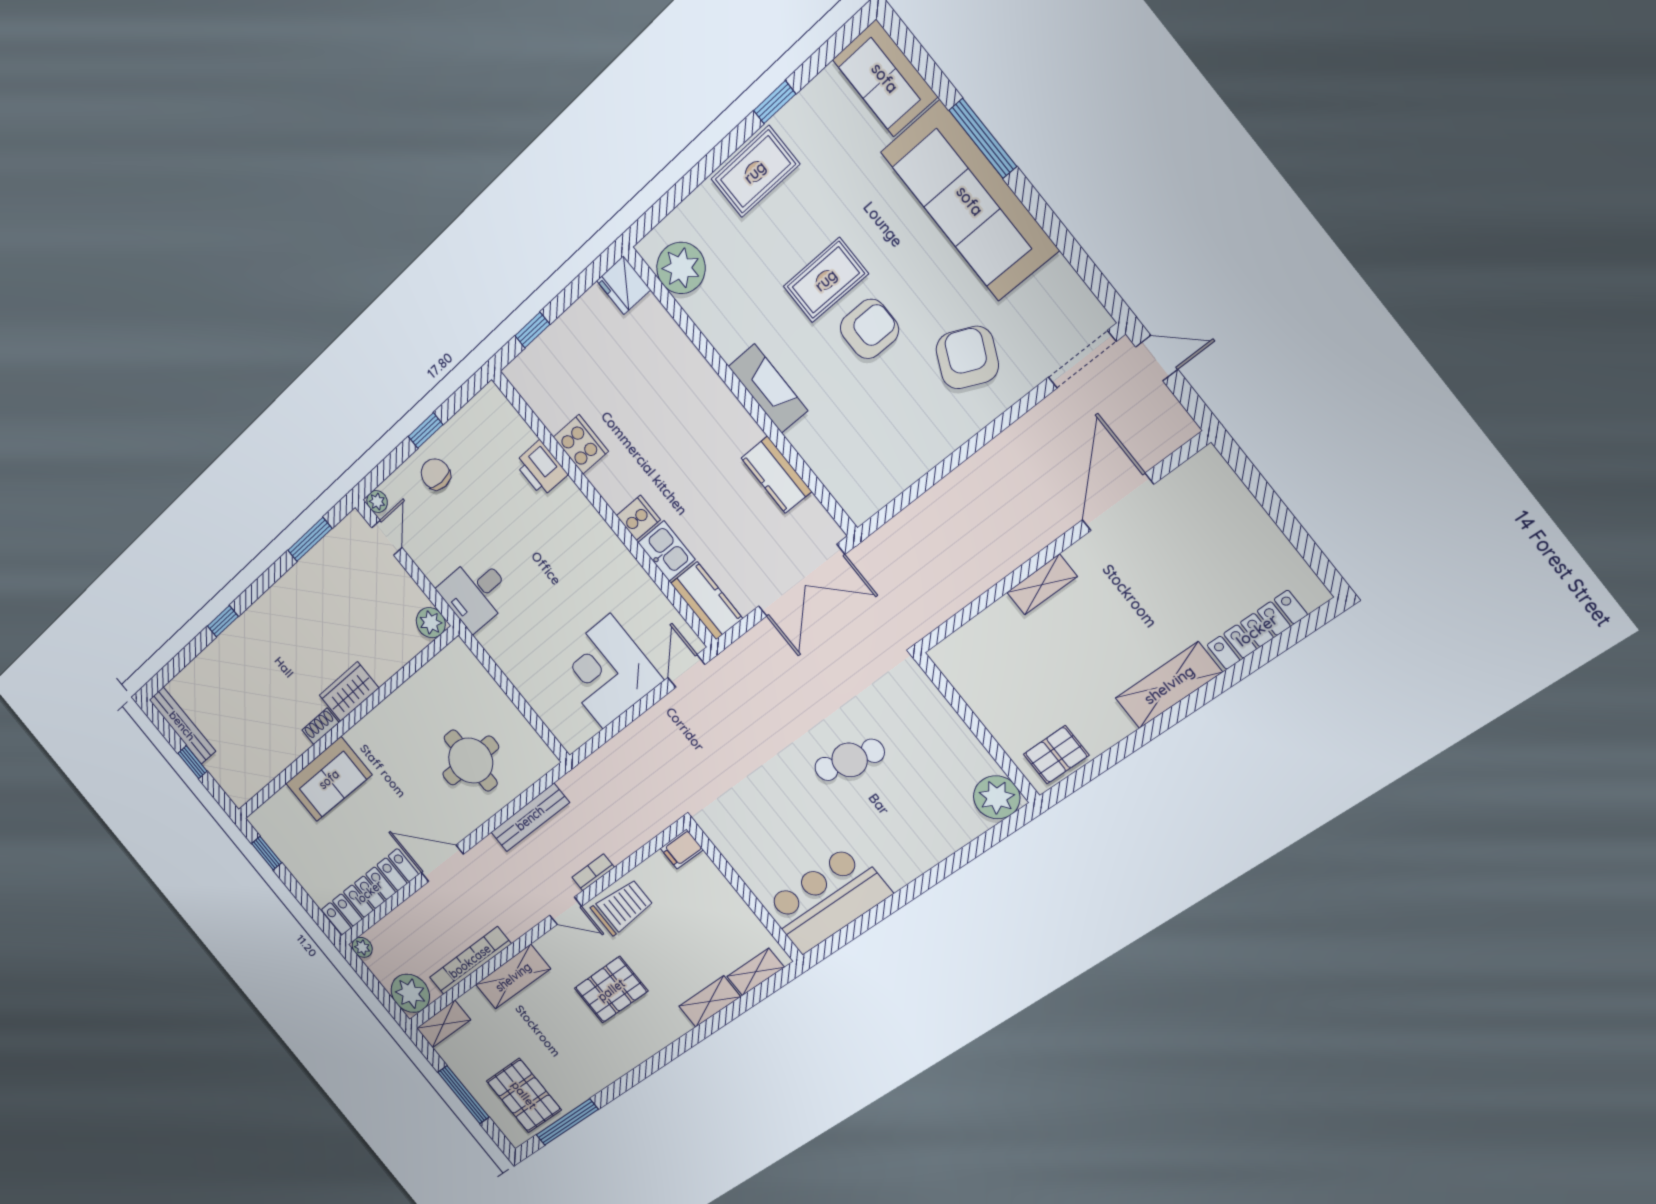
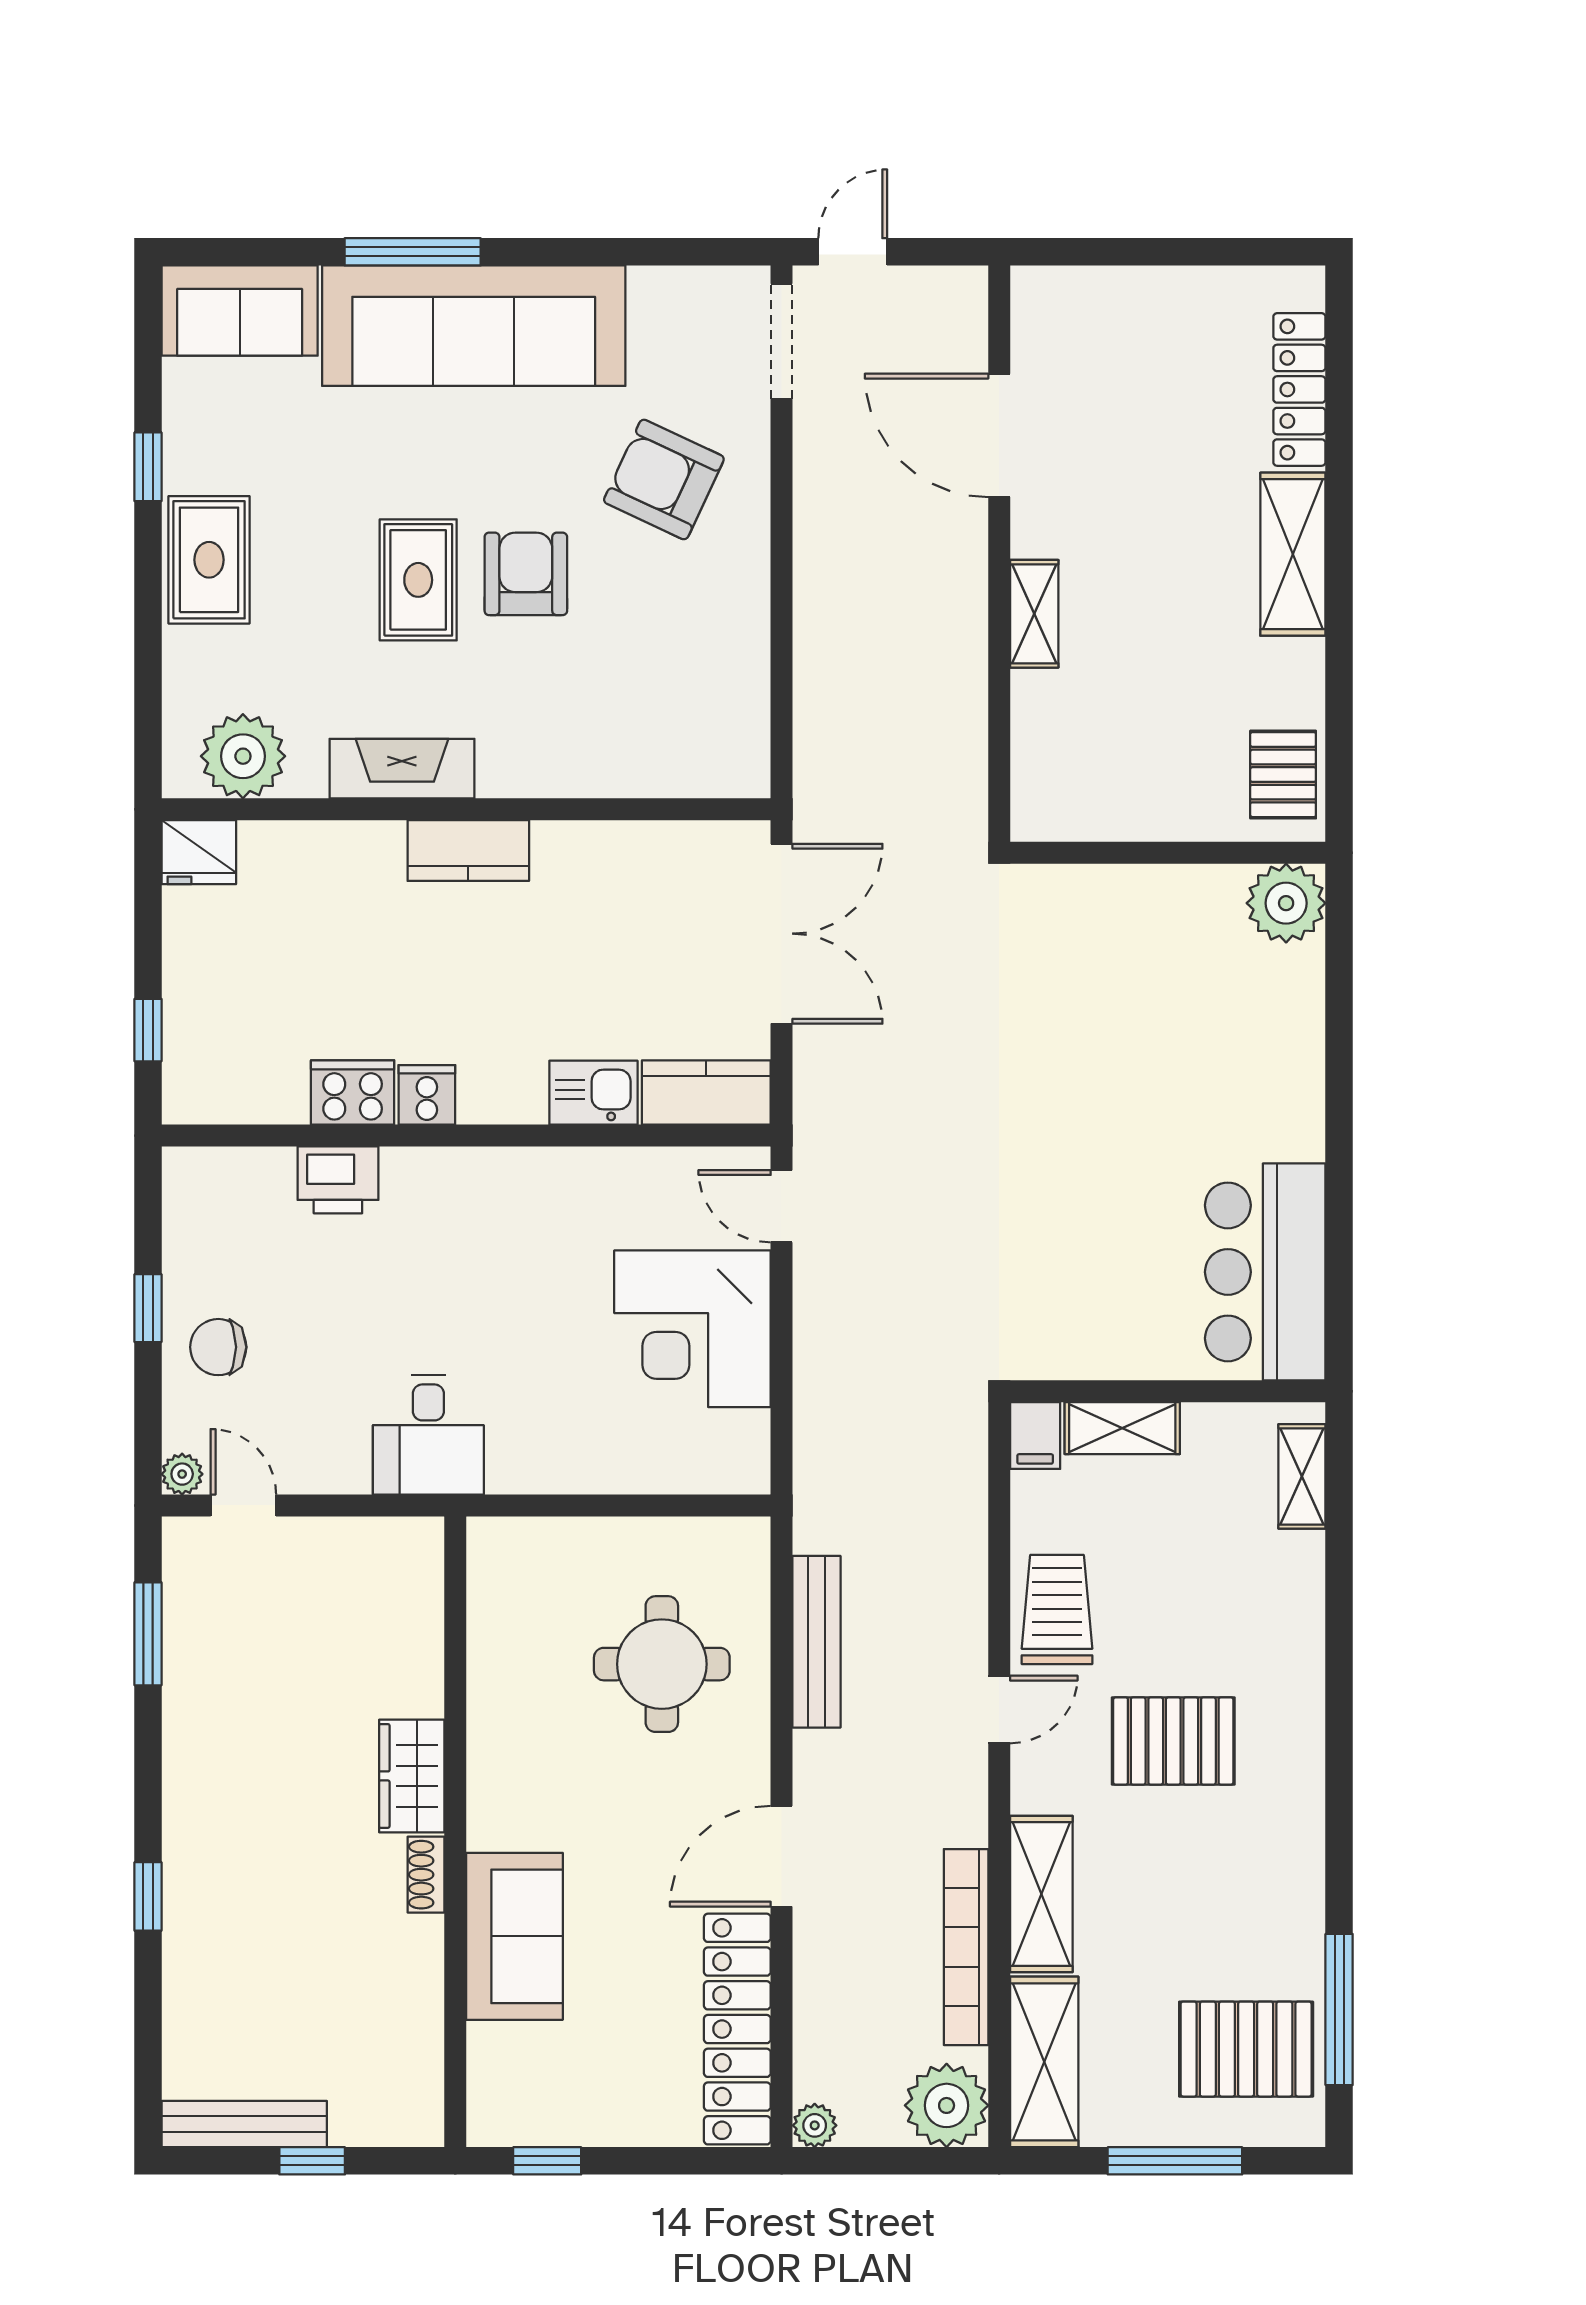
fireplace: (768, 389) -> (402, 769), moved
kitchen counter: (776, 475) -> (468, 851), moved
cooker: (638, 518) -> (427, 1095), moved
plant: (431, 623) -> (415, 1545), removed
cafe table: (850, 760) -> (1083, 1070), removed
bookcase: (593, 872) -> (971, 1611), removed
pallet: (611, 990) -> (1173, 1741), turned 90
shelving: (710, 1002) -> (1122, 1428), moved, turned 90
shelving: (443, 1024) -> (1044, 2062), width x1.50, depth x1.33

